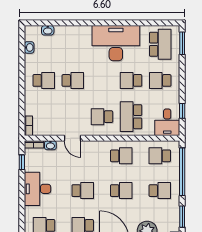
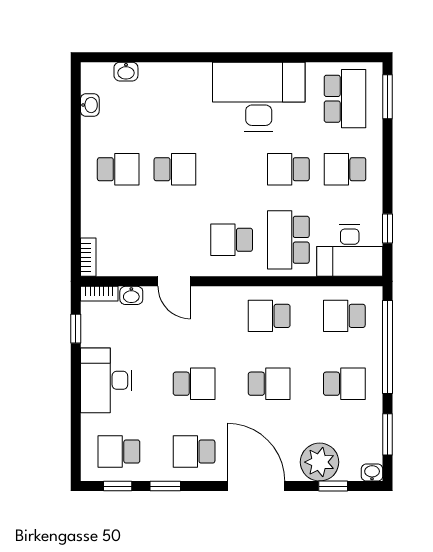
desk: (167, 122) -> (350, 251), width x1.37
school desk: (121, 156) -> (269, 316), turned 180

